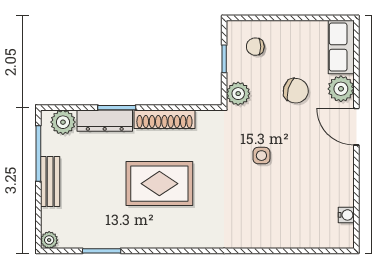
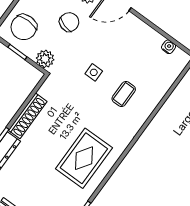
chair: (255, 47) -> (24, 27), width x1.87, depth x1.87
rug: (159, 184) -> (84, 158), moved
coffee table: (262, 204) -> (124, 94), added

